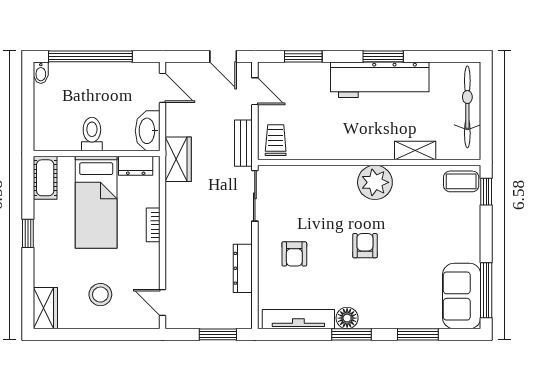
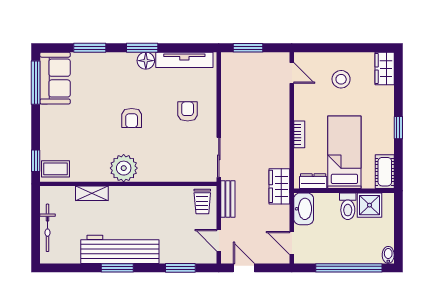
bicycle: (467, 107) -> (48, 228), width x0.73, depth x0.71
shower: (64, 136) -> (369, 205), added
dresser: (243, 268) -> (228, 100), removed

